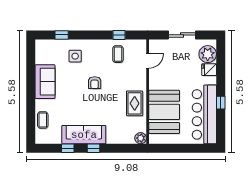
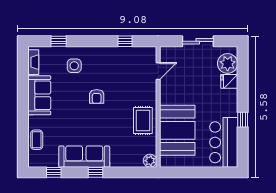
fireplace: (40, 53) -> (33, 62), added
coffee table: (118, 54) -> (124, 63), removed
bar counter: (204, 114) -> (224, 142), width x0.73
window: (68, 148) -> (54, 172), moved

